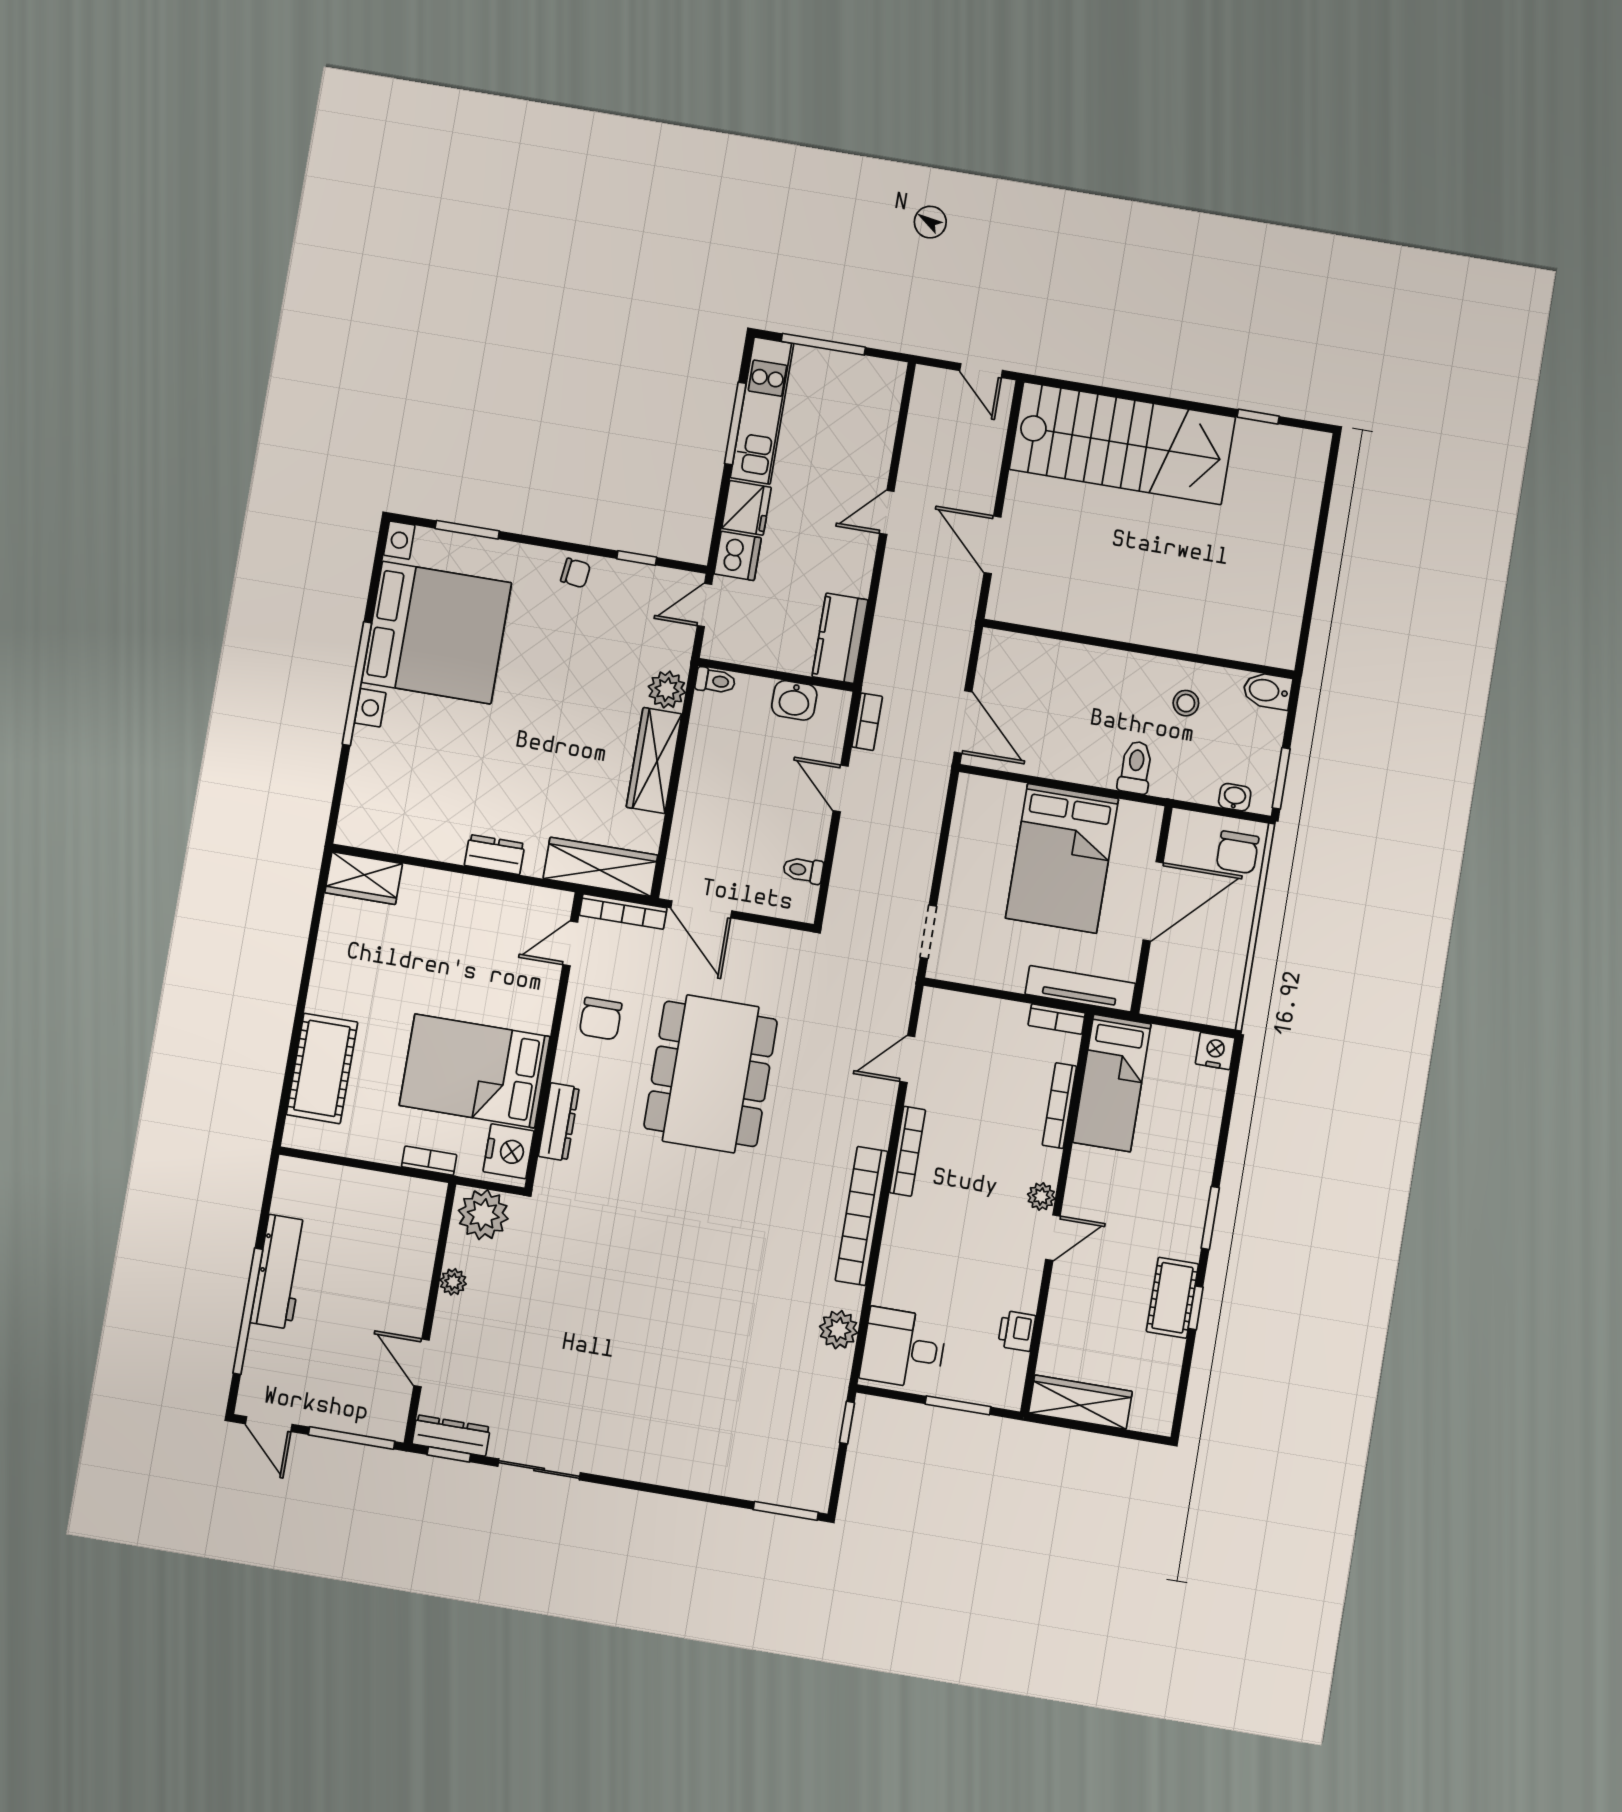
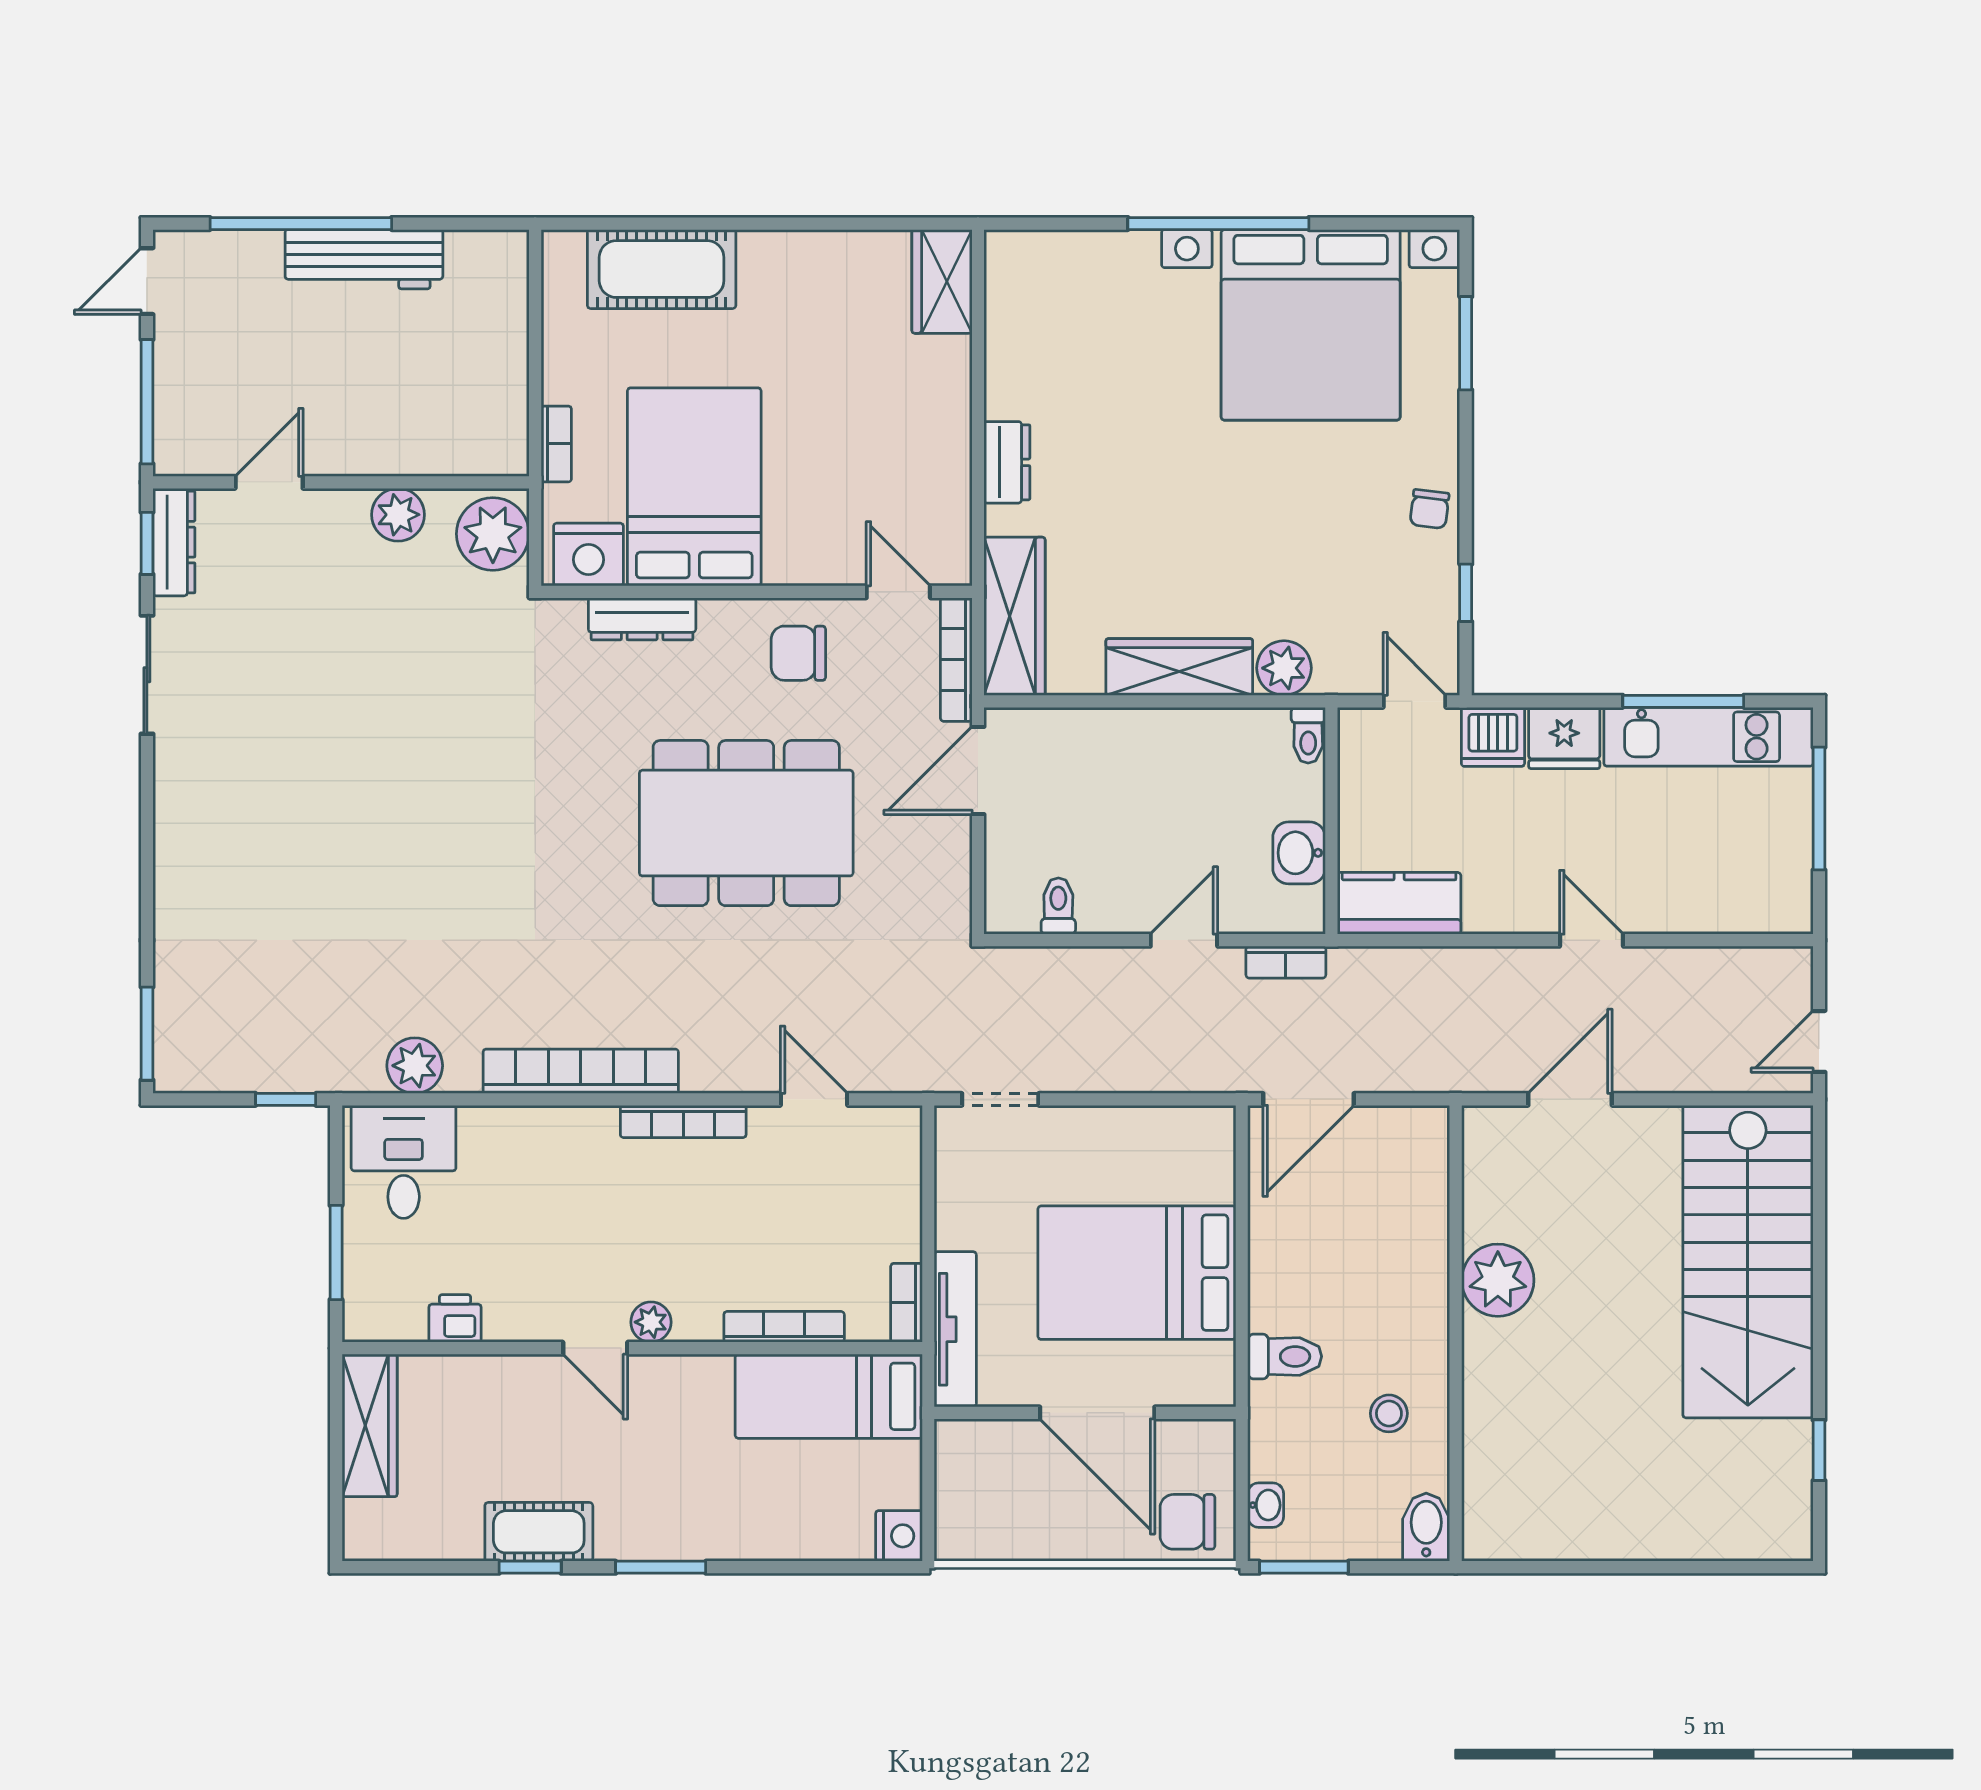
plant: (1107, 614) -> (1498, 1280), added
plant: (453, 1282) -> (398, 515), width x1.38, depth x1.38

